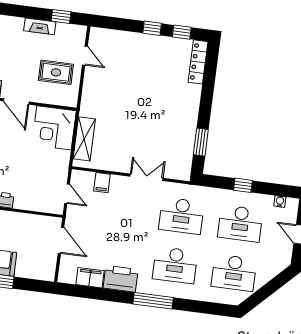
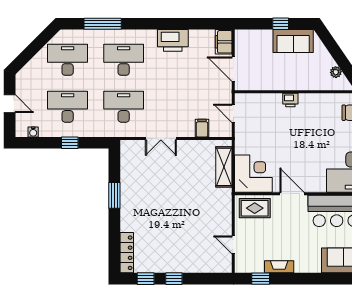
rug: (56, 72) -> (255, 208), moved
window: (201, 142) -> (114, 195), moved
filing cabinet: (90, 278) -> (224, 42), moved, turned 90
window: (153, 301) -> (103, 24), moved

